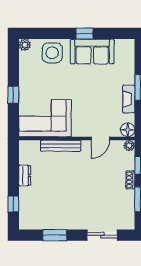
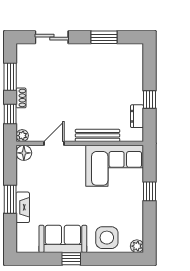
fireplace: (129, 99) -> (23, 207), moved
dresser: (25, 175) -> (137, 116), moved
window: (13, 204) -> (150, 99), moved

